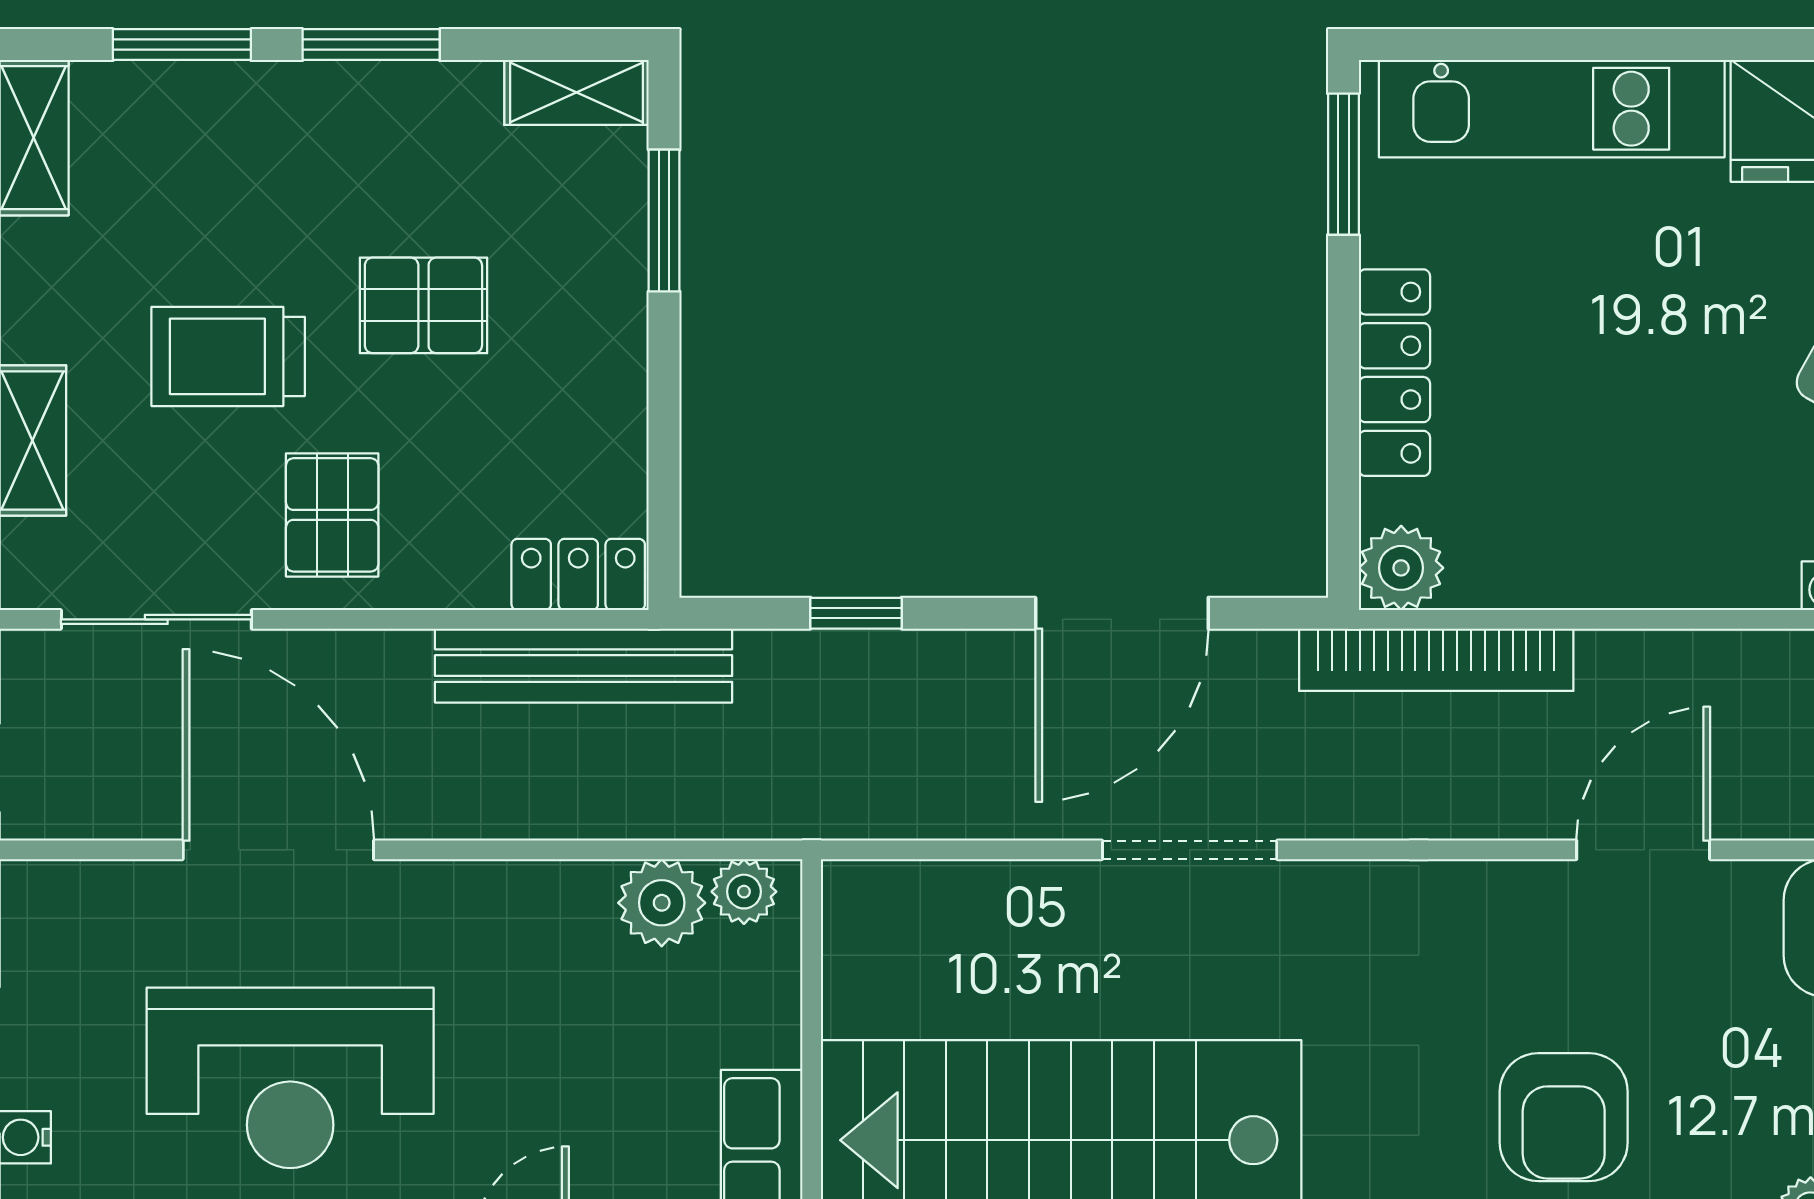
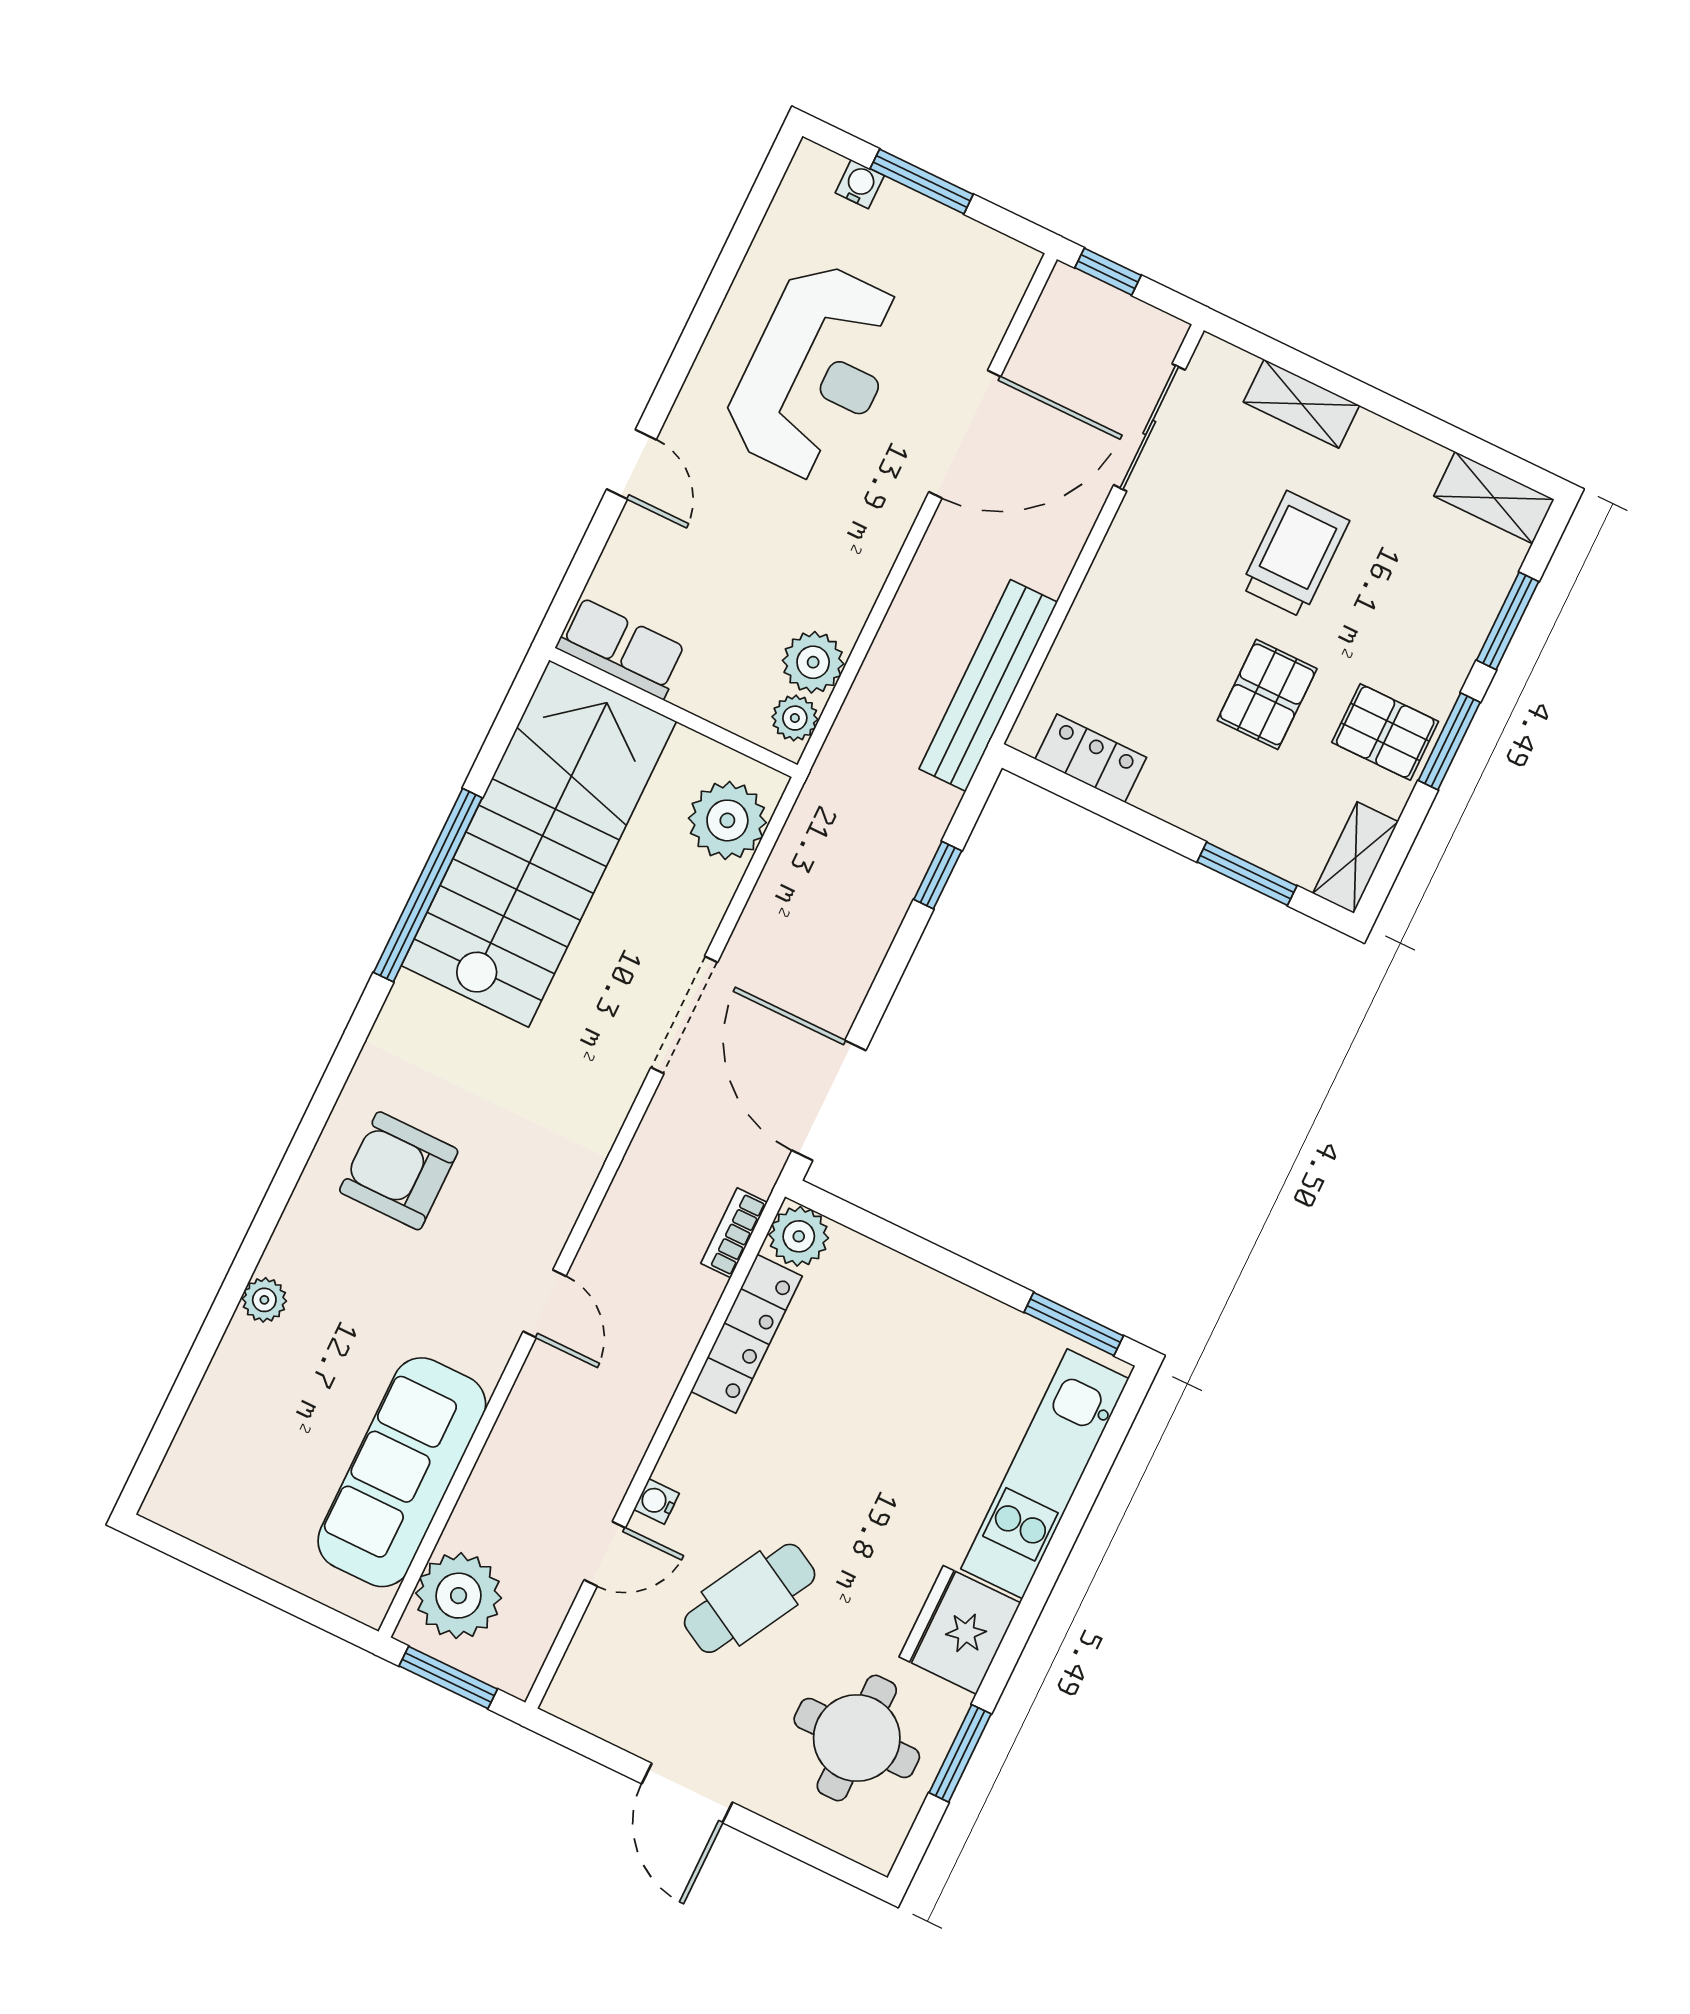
locker: (1394, 373) -> (746, 1334), moved, turned -90
pallet: (332, 515) -> (1385, 732), moved
locker: (578, 575) -> (1091, 758), moved, turned -90
door: (1122, 613) -> (829, 1100), moved
bookcase: (1436, 660) -> (734, 1233), width x0.43, depth x0.76
door: (1643, 850) -> (544, 1304), width x0.73
plant: (916, 914) -> (727, 820), added
reception desk: (290, 1078) -> (816, 372), turned 180

